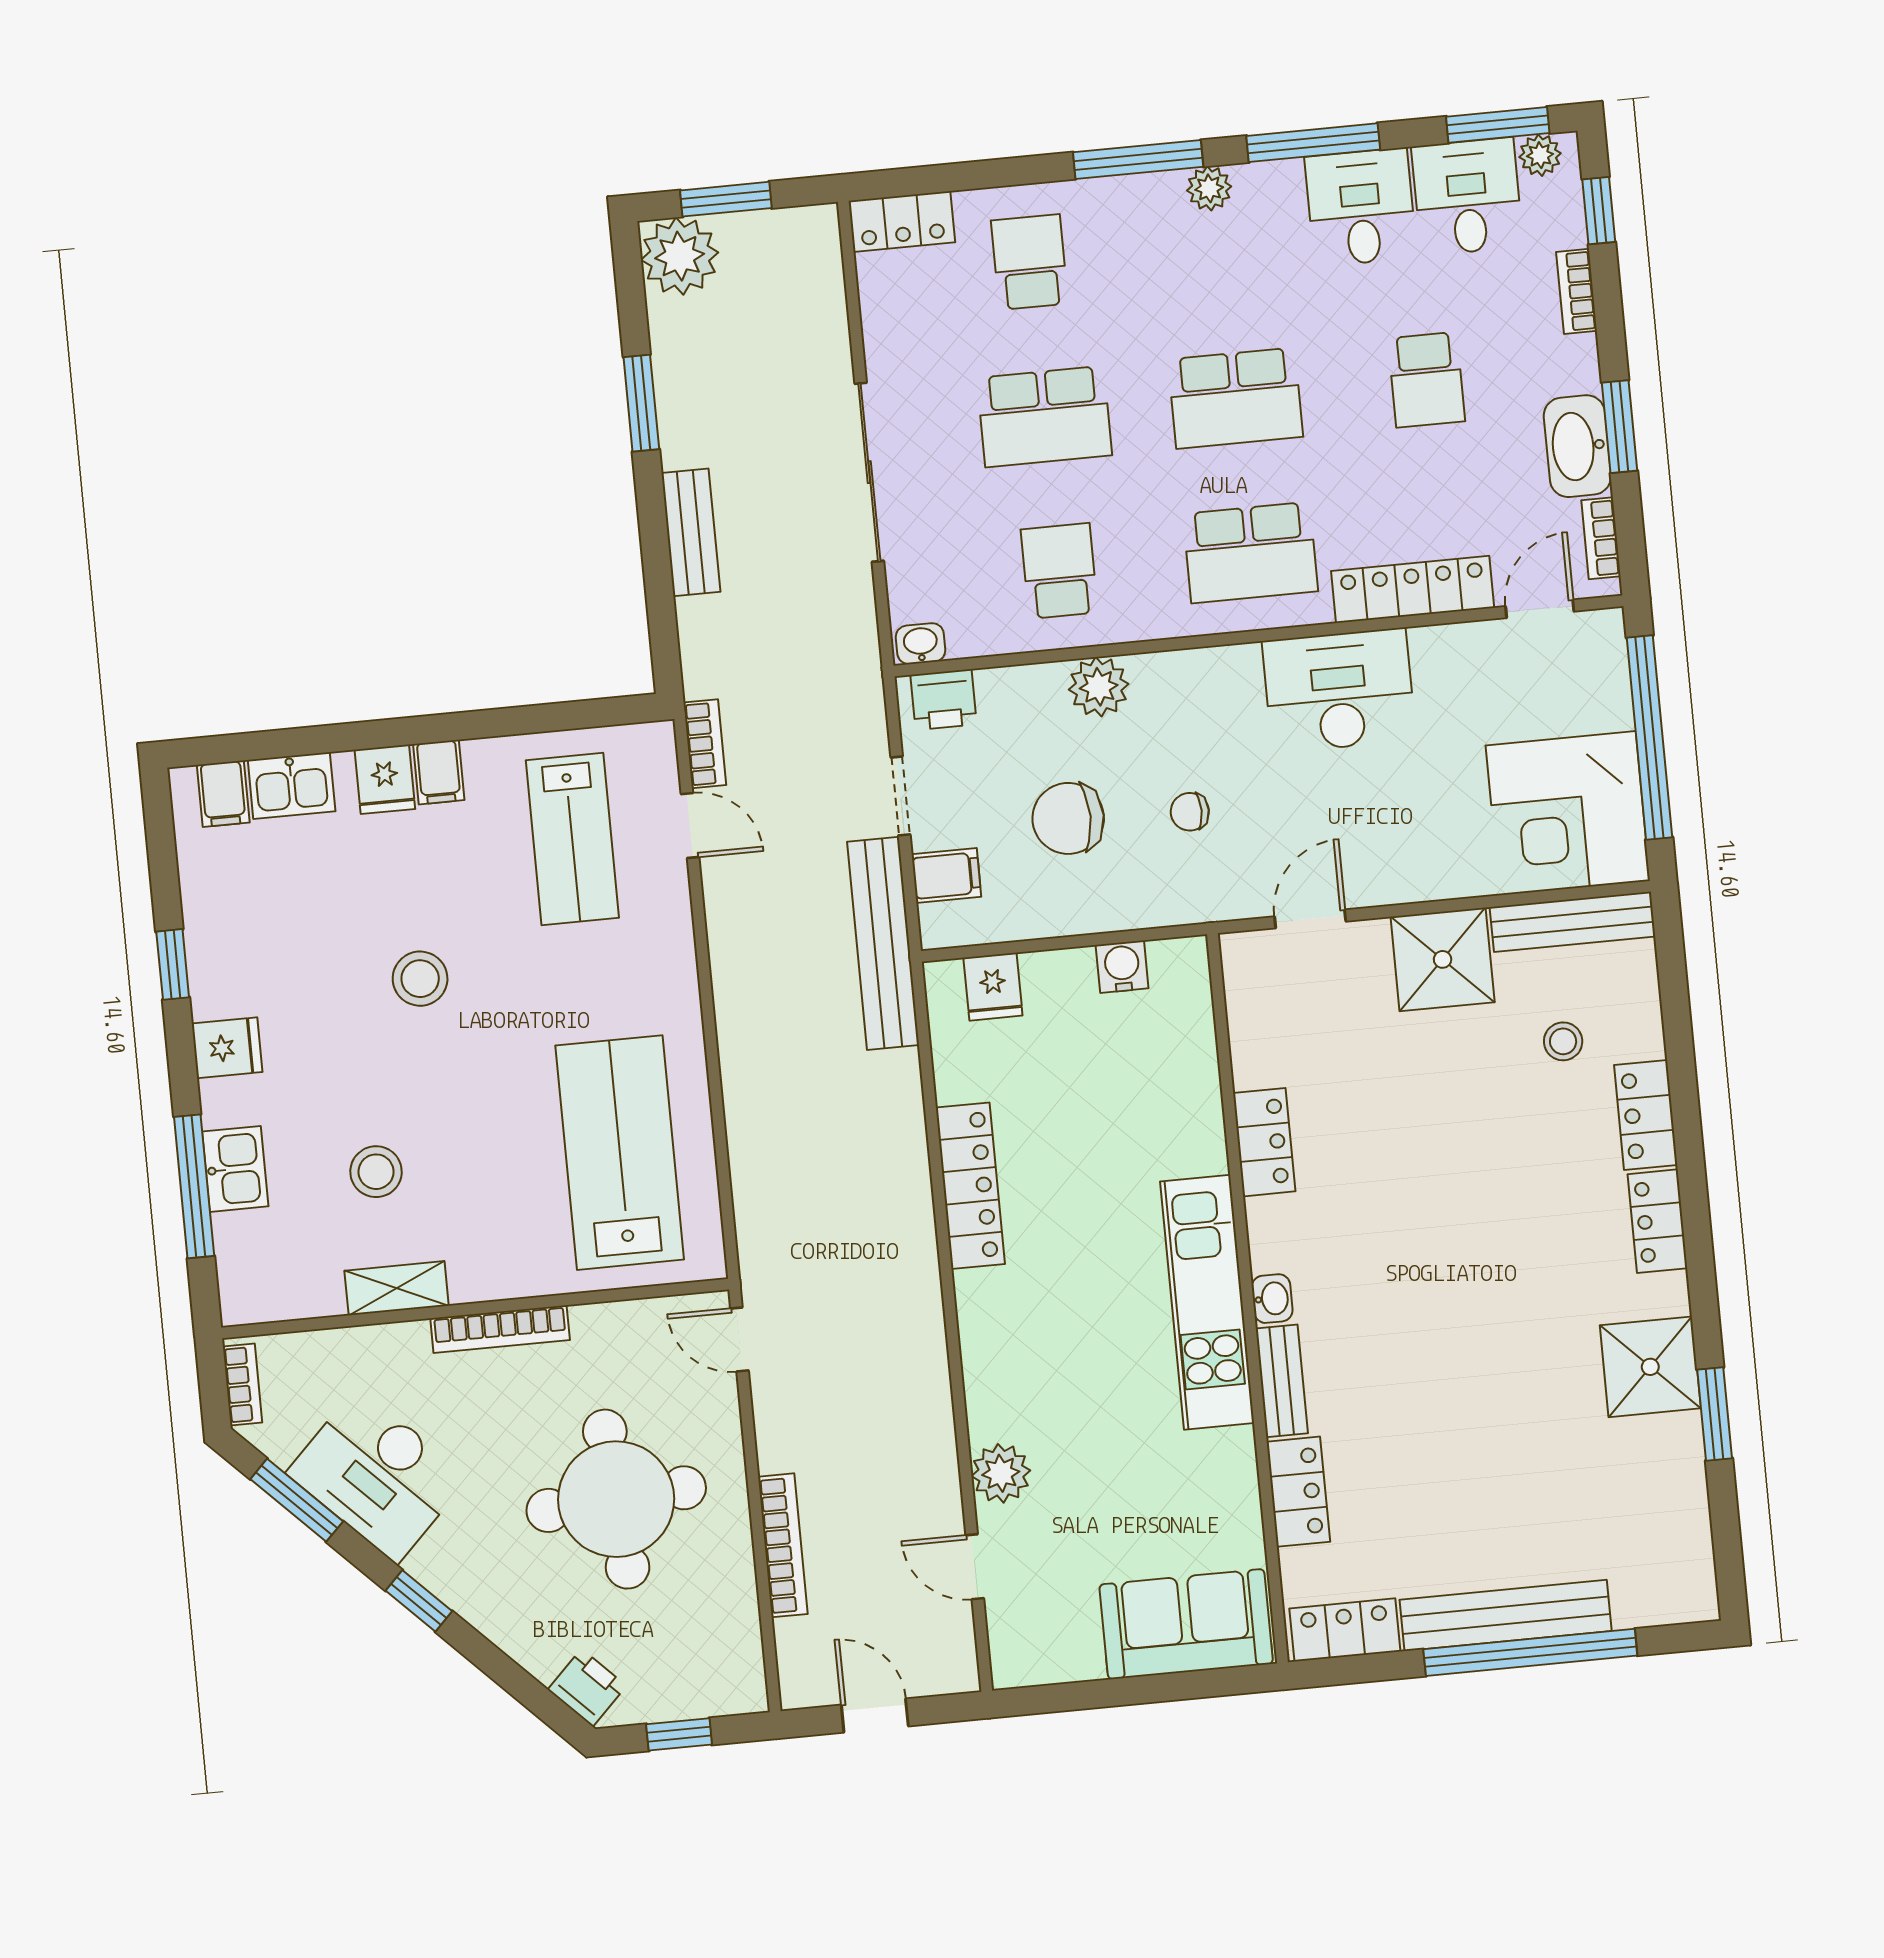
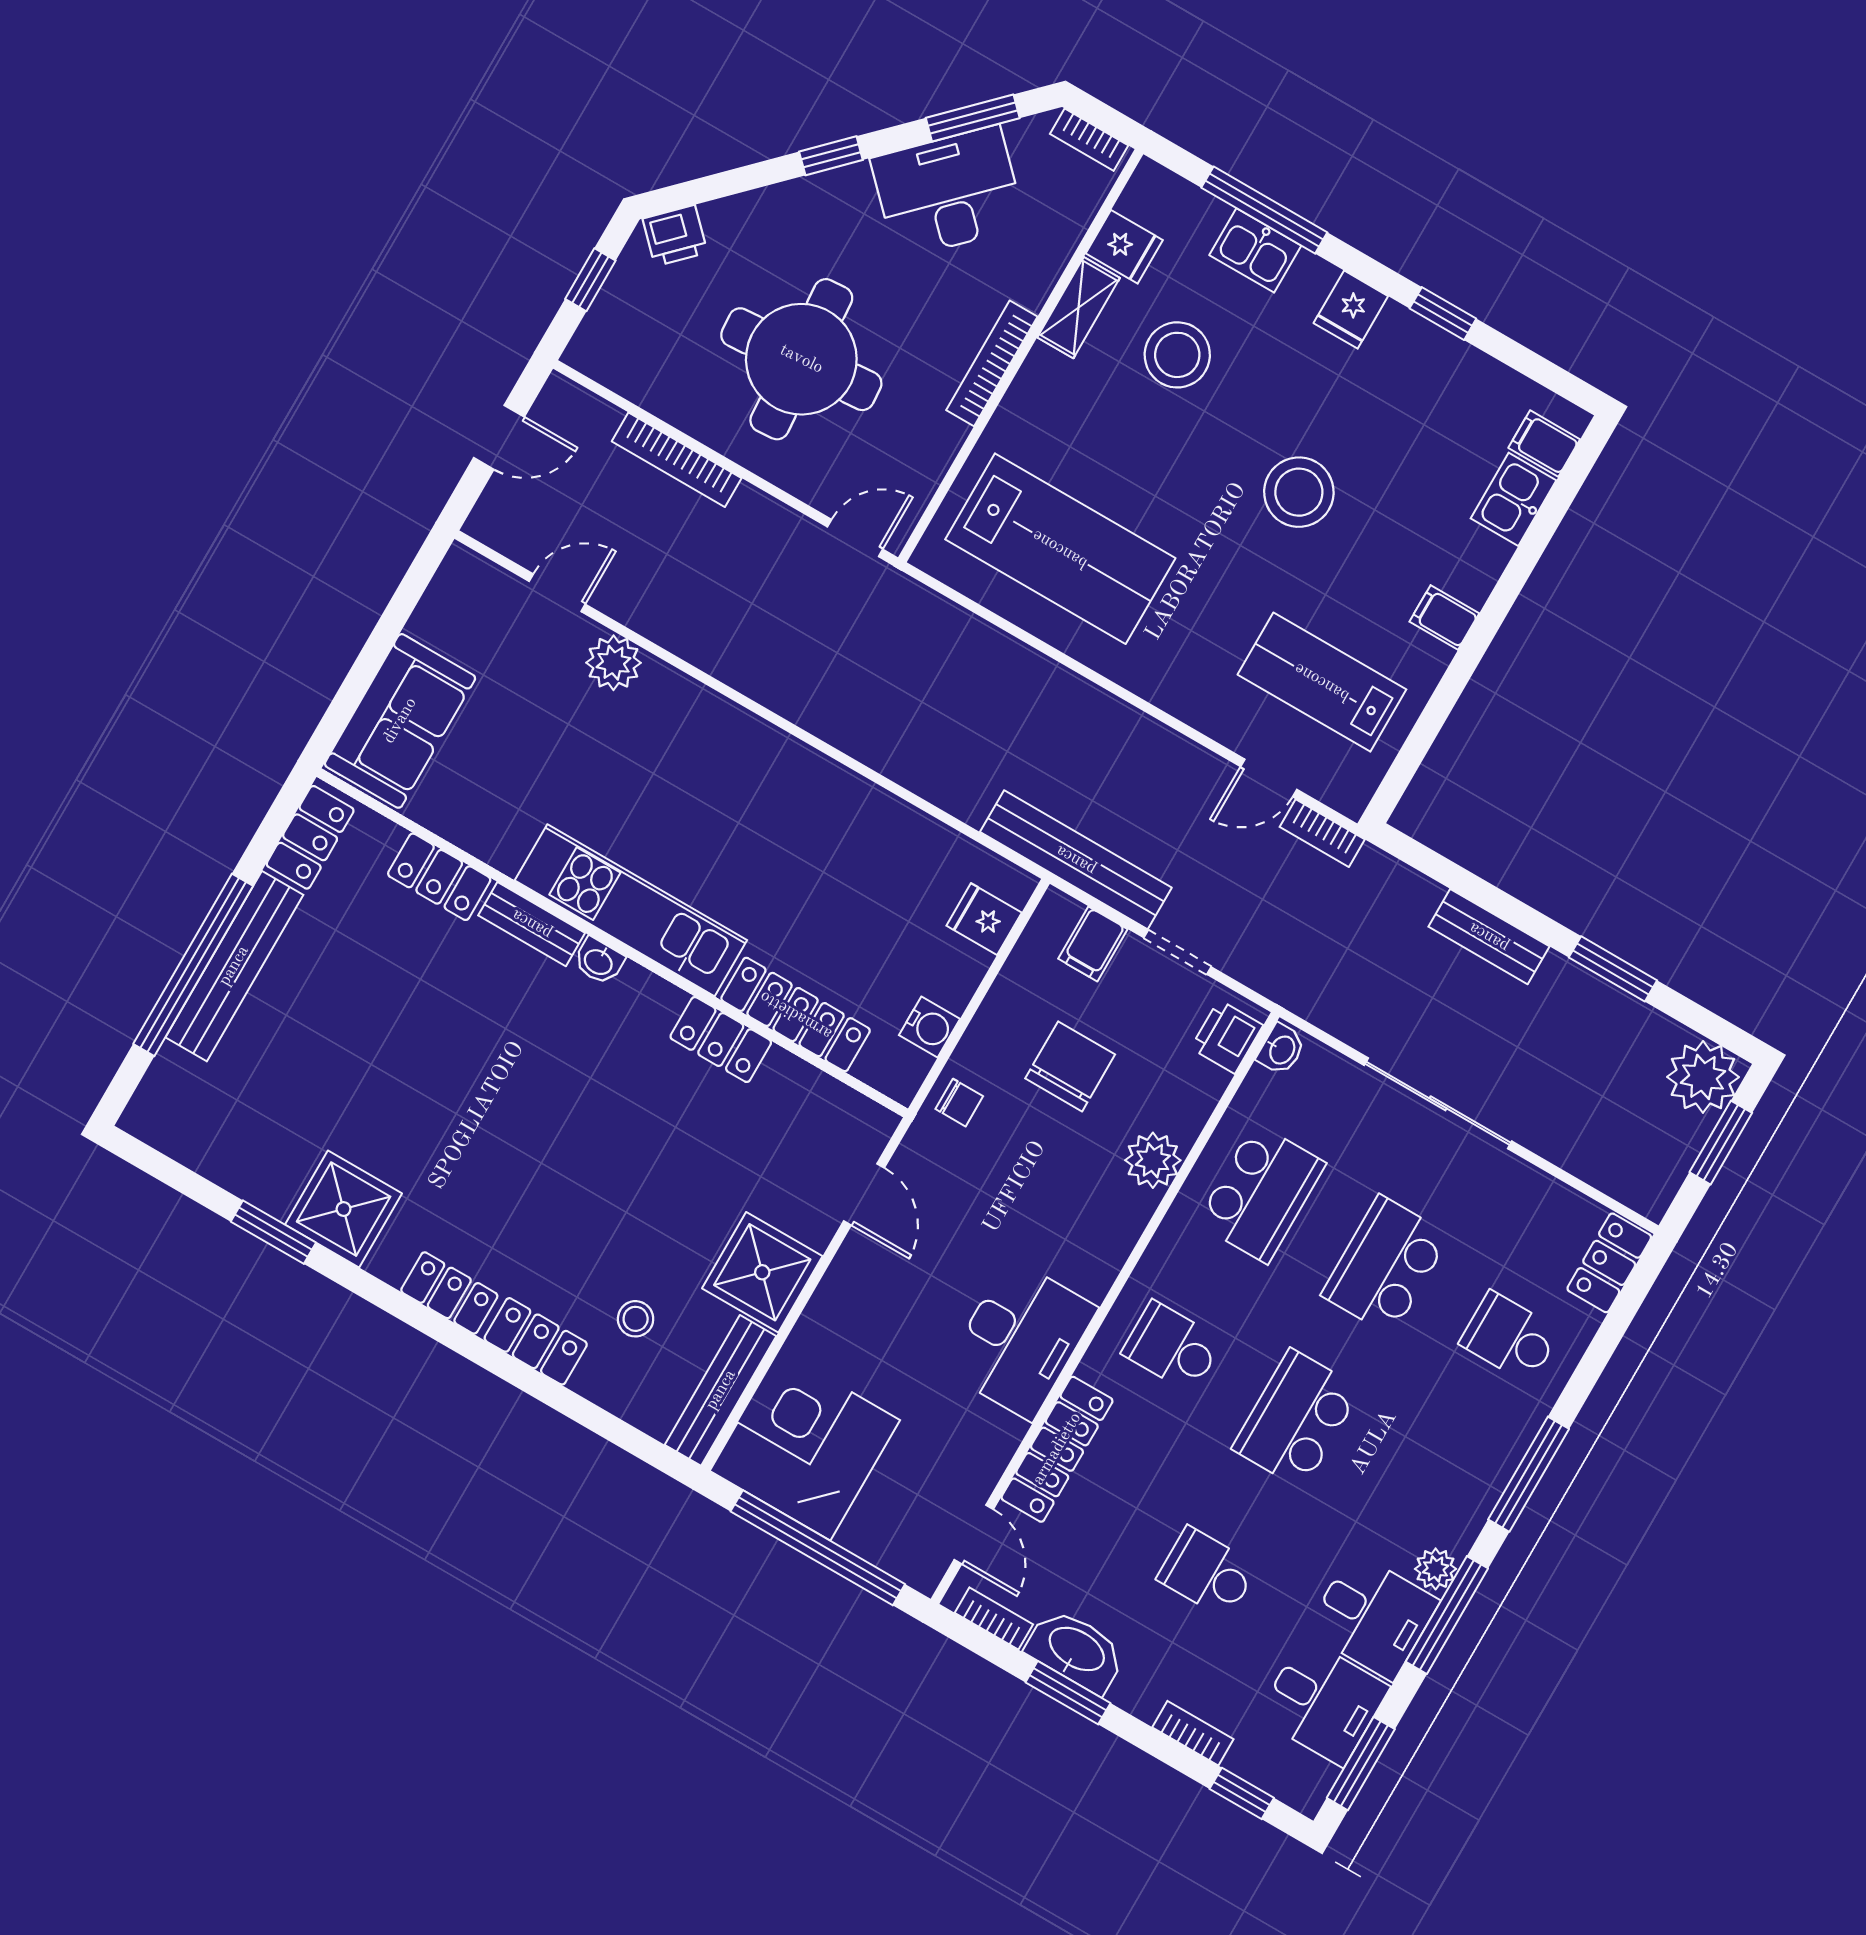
plant: (1540, 155) -> (1315, 1779), removed
plant: (1209, 188) -> (1436, 1569), moved
school desk: (1030, 262) -> (1510, 1337), turned 180
school desk: (1250, 553) -> (1172, 1347), width x0.54
school desk: (1059, 571) -> (1261, 1193), width x1.85
fridge: (385, 779) -> (1124, 247), moved, turned 180
chair: (1190, 812) -> (959, 1103), moved, turned 90
stool: (420, 979) -> (1299, 492), width x1.38, depth x1.38
stool: (376, 1172) -> (1177, 355), width x1.38, depth x1.38
locker: (970, 1186) -> (796, 1015), moved, turned 180

